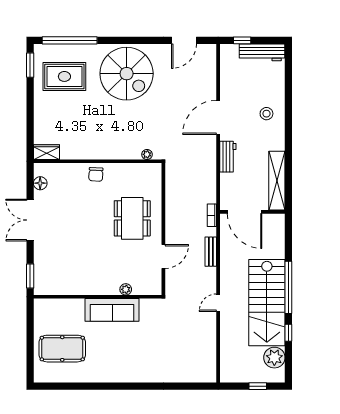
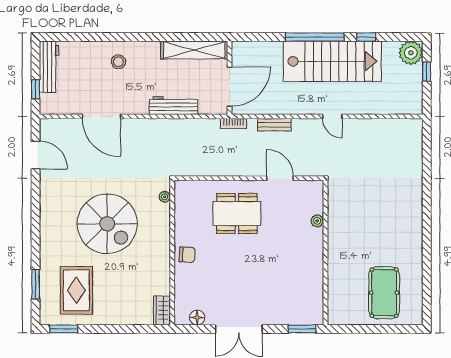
window: (70, 40) -> (36, 284), width x0.47
spiral stairs: (127, 74) -> (107, 224), moved, turned 90
door: (218, 117) -> (101, 116), moved
workbench: (228, 157) -> (174, 106), width x1.38
sofa: (112, 310) -> (340, 236), removed
plant: (274, 358) -> (411, 53), moved

